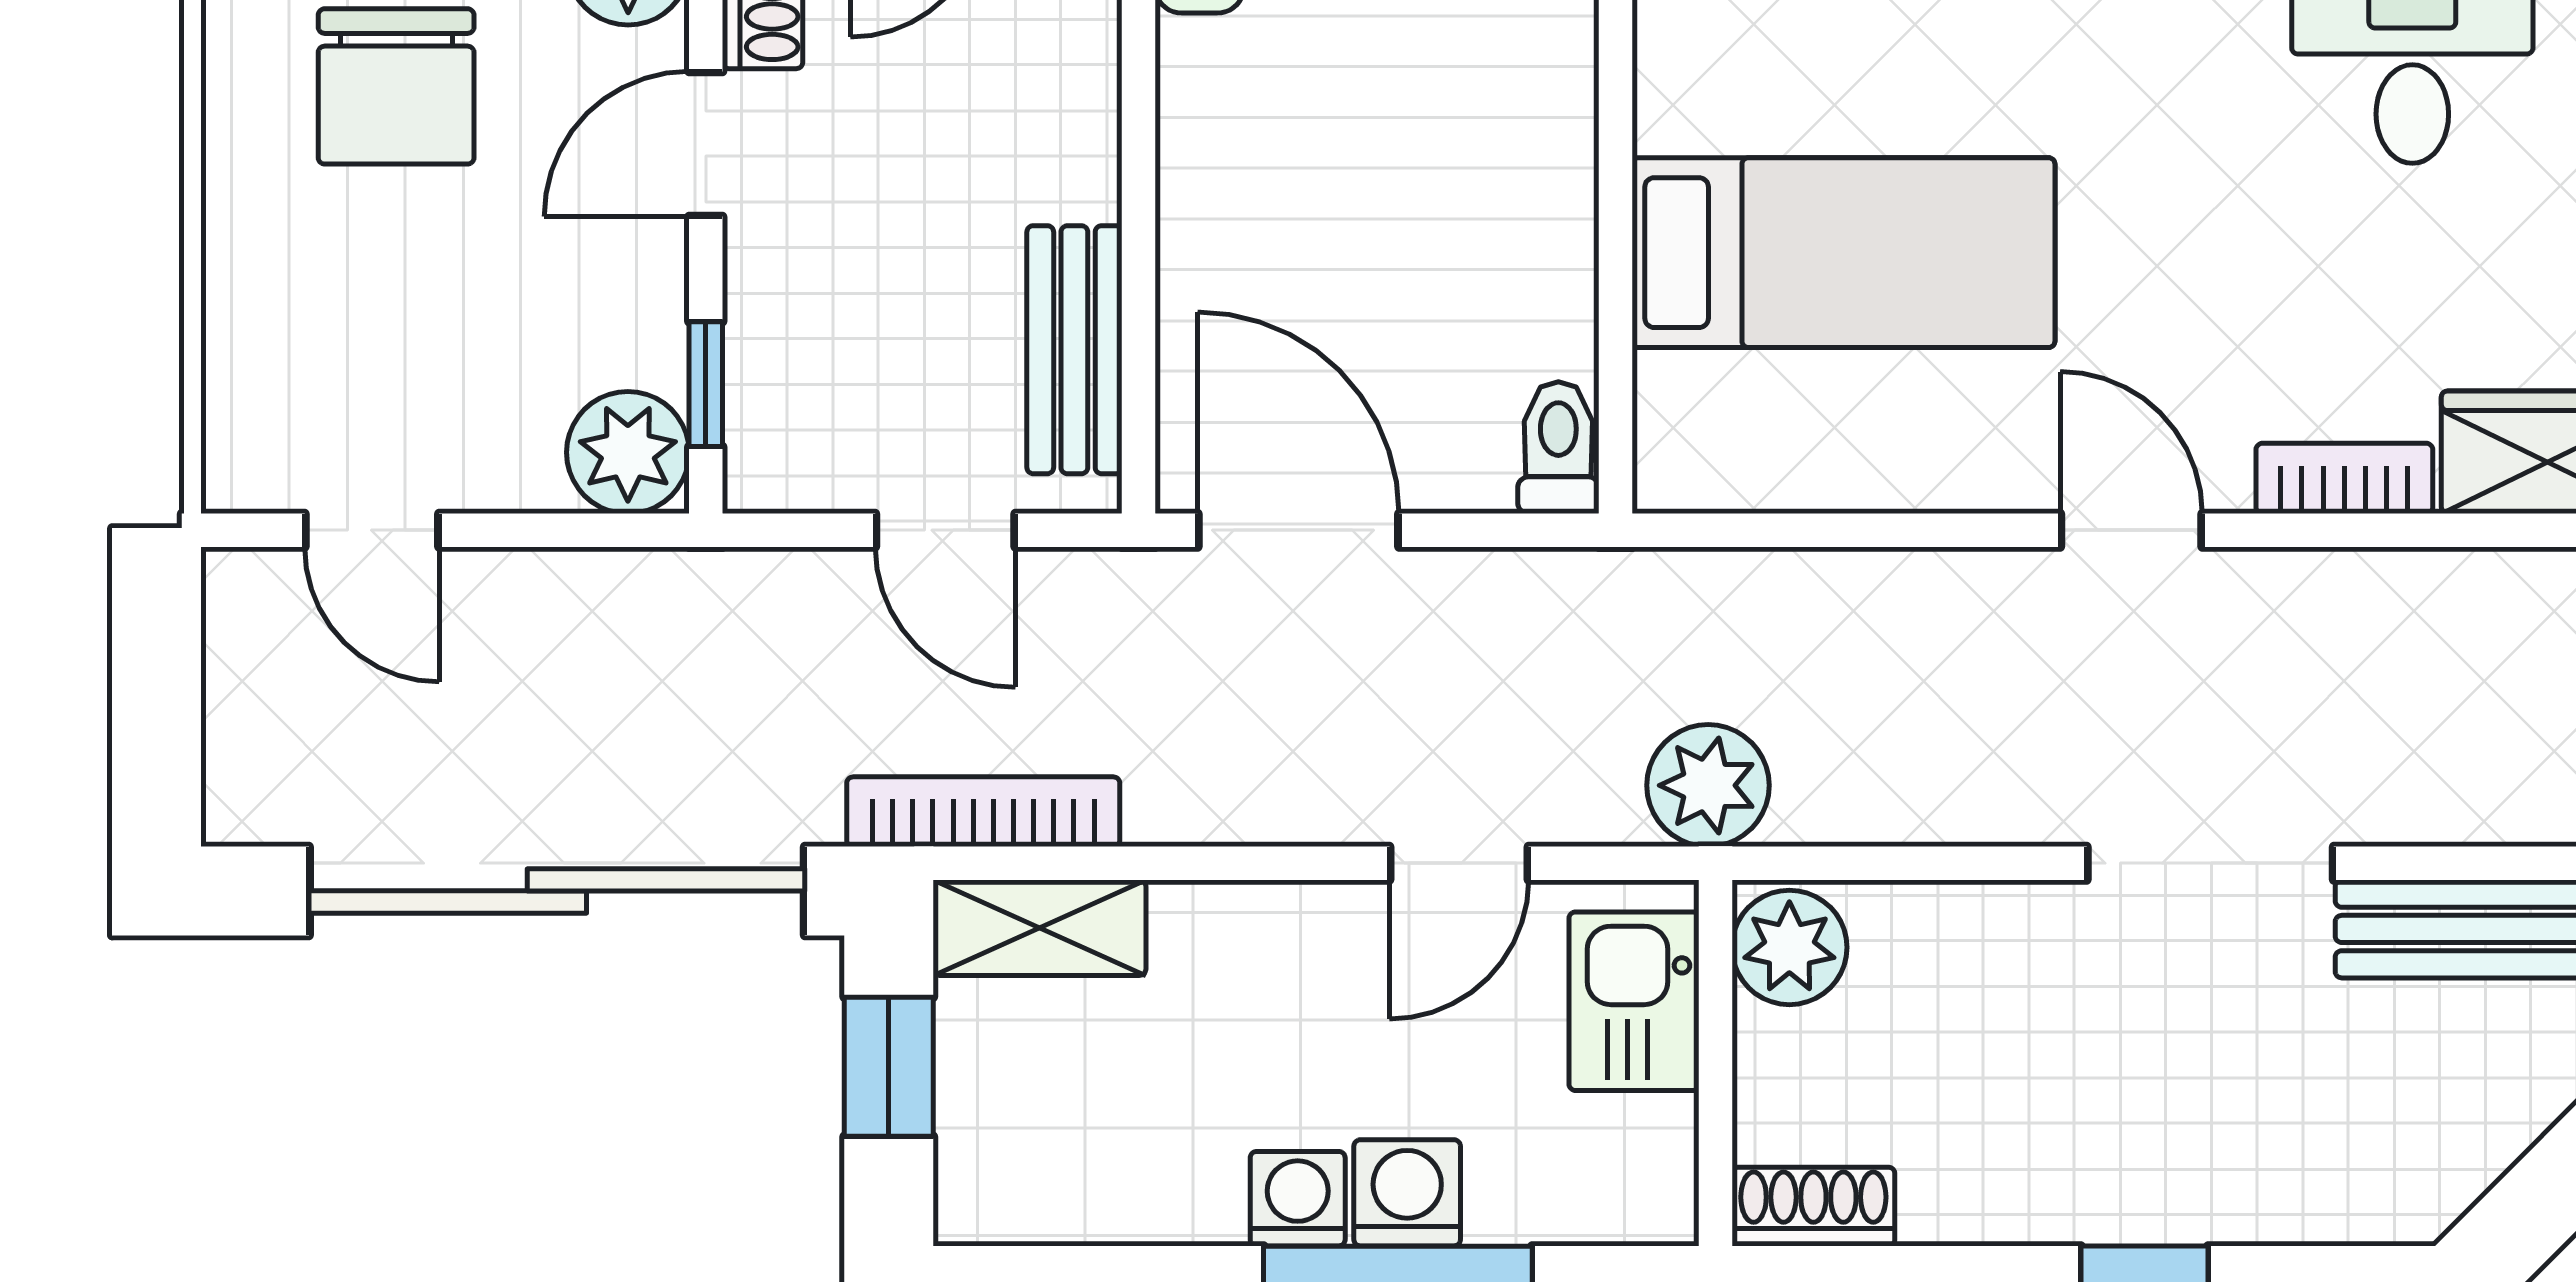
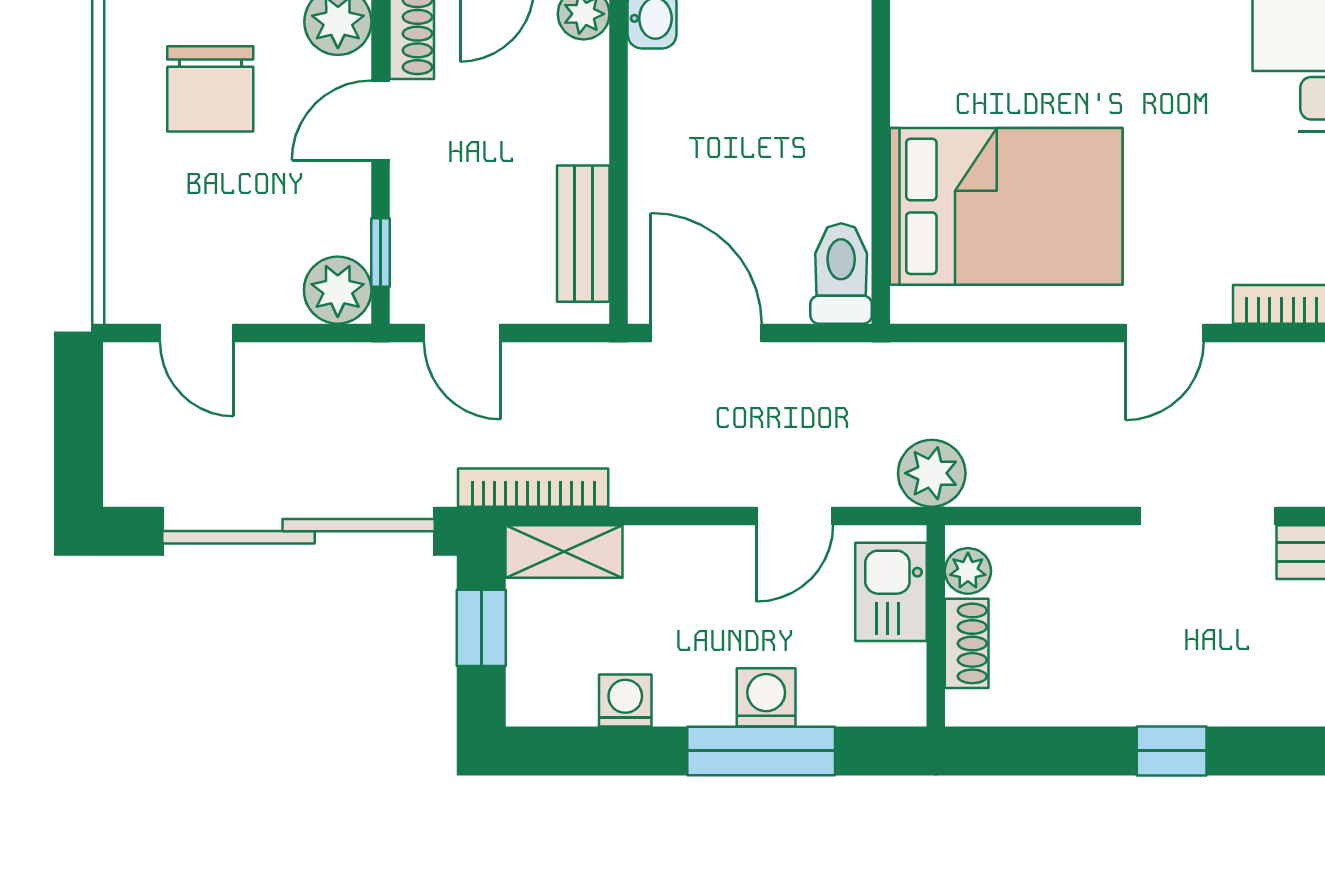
bed: (1843, 253) -> (1006, 206), width x1.50
toilet: (1558, 448) -> (841, 273), width x1.37, depth x1.39
door: (945, 530) -> (462, 333), moved
door: (2131, 530) -> (1164, 333), swing flipped
plant: (1789, 947) -> (968, 571), width x0.73, depth x0.73
washing machine: (1298, 1199) -> (625, 700), moved
shoe rack: (1813, 1207) -> (967, 643), moved, turned 90

